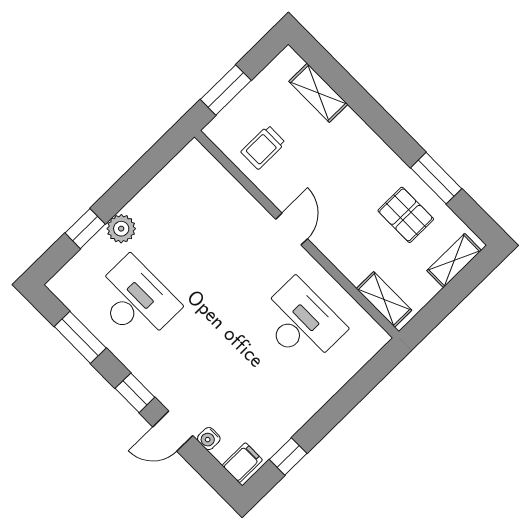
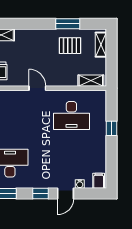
desk: (301, 322) -> (71, 115), turned 180
window: (288, 456) -> (112, 128), moved

